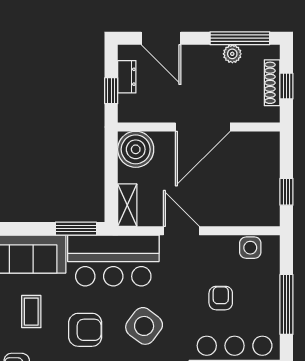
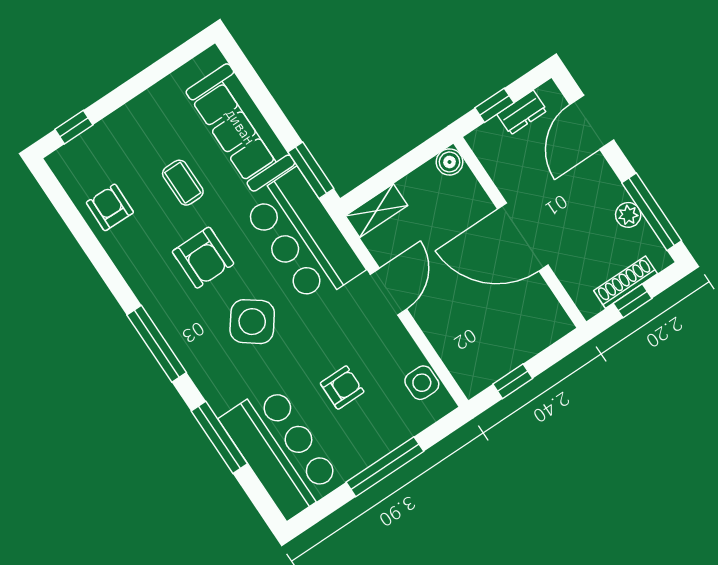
boiler: (136, 149) -> (449, 162), width x0.54, depth x0.54
coffee table: (31, 312) -> (183, 183), turned 90

